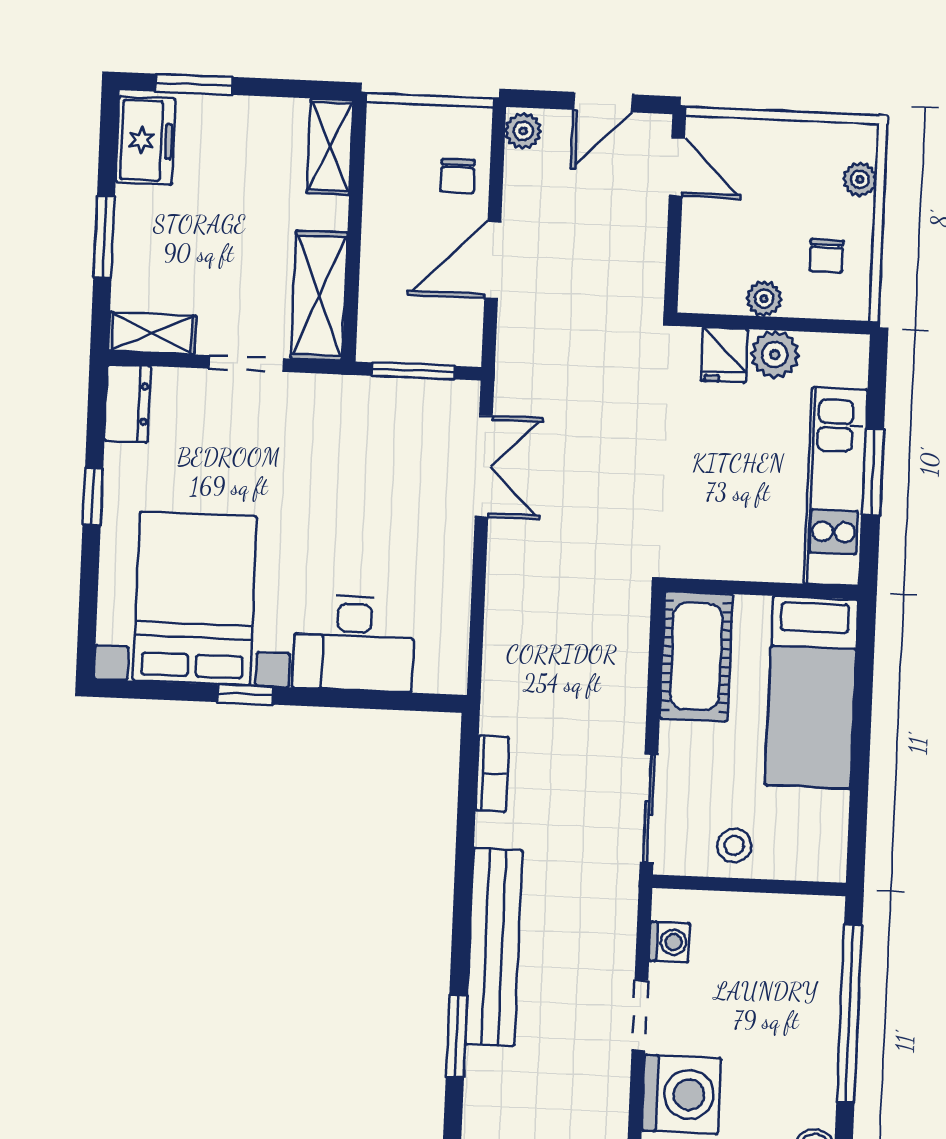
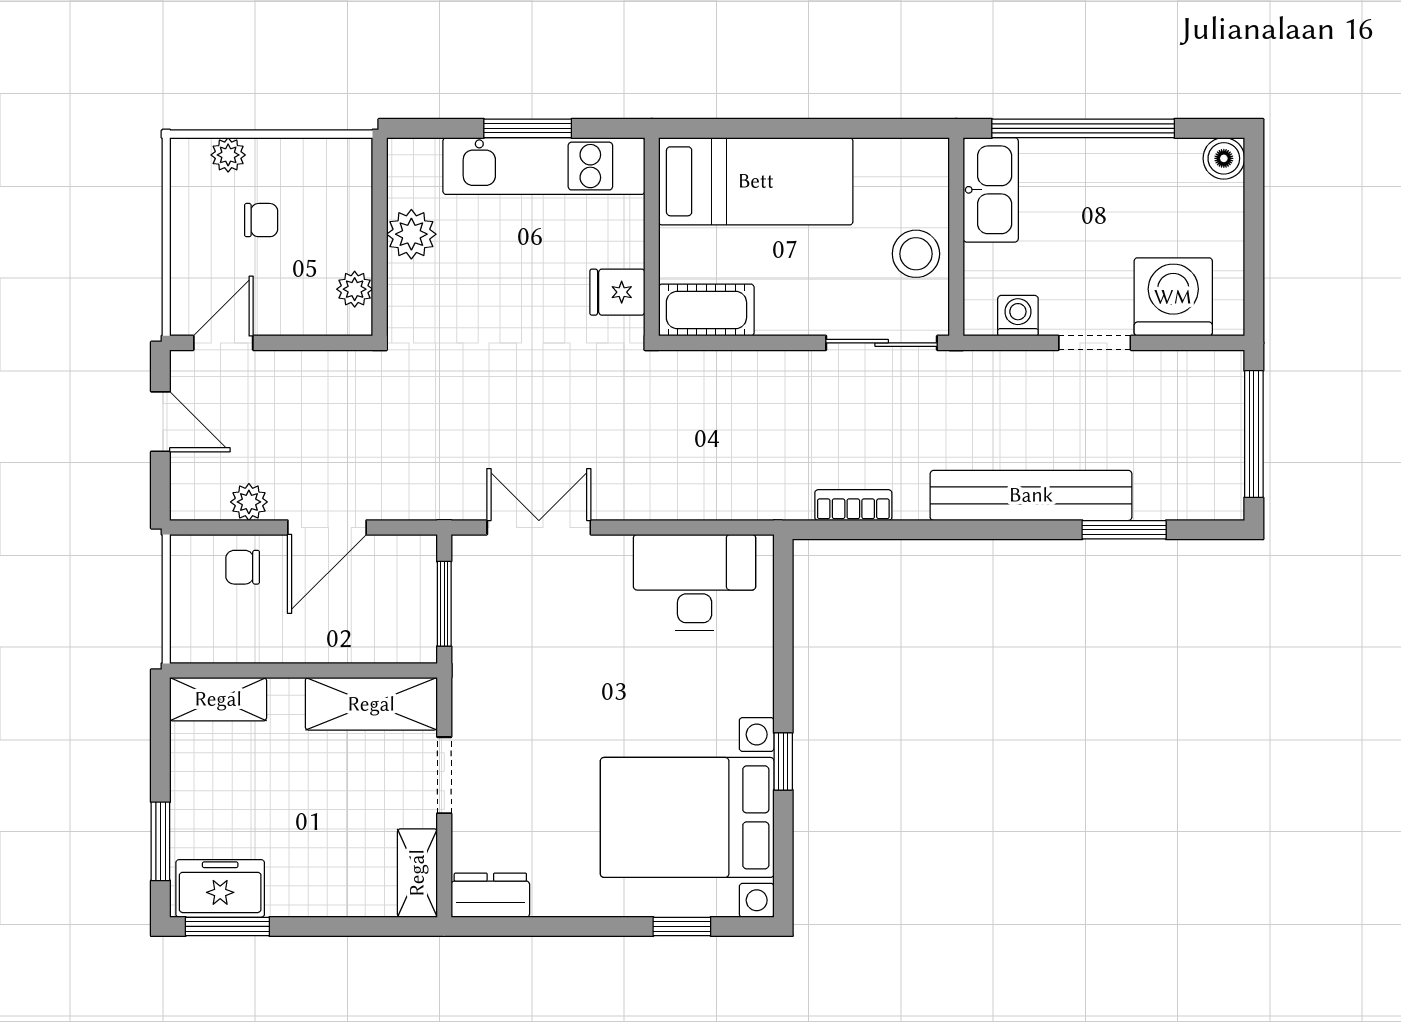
plant: (523, 131) -> (249, 502), moved
chair: (458, 176) -> (243, 567), turned 180
window: (104, 237) -> (227, 926), moved
chair: (826, 256) -> (261, 220), moved
door: (493, 260) -> (327, 527), hinge flipped
plant: (764, 299) -> (355, 289), moved
fridge: (724, 355) -> (617, 292), moved, turned 180
window: (93, 497) -> (682, 926), moved
desk: (354, 643) -> (695, 582), moved, turned -90
cot: (696, 656) -> (706, 310), width x0.73, depth x0.75
stool: (734, 845) -> (916, 254), width x1.37, depth x1.37
kitchen sink: (793, 921) -> (991, 190), added

